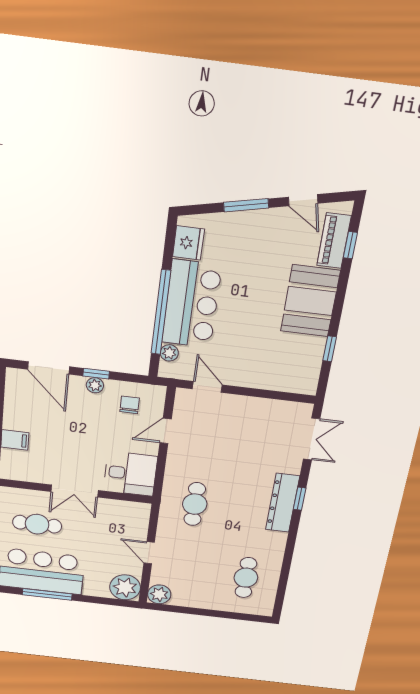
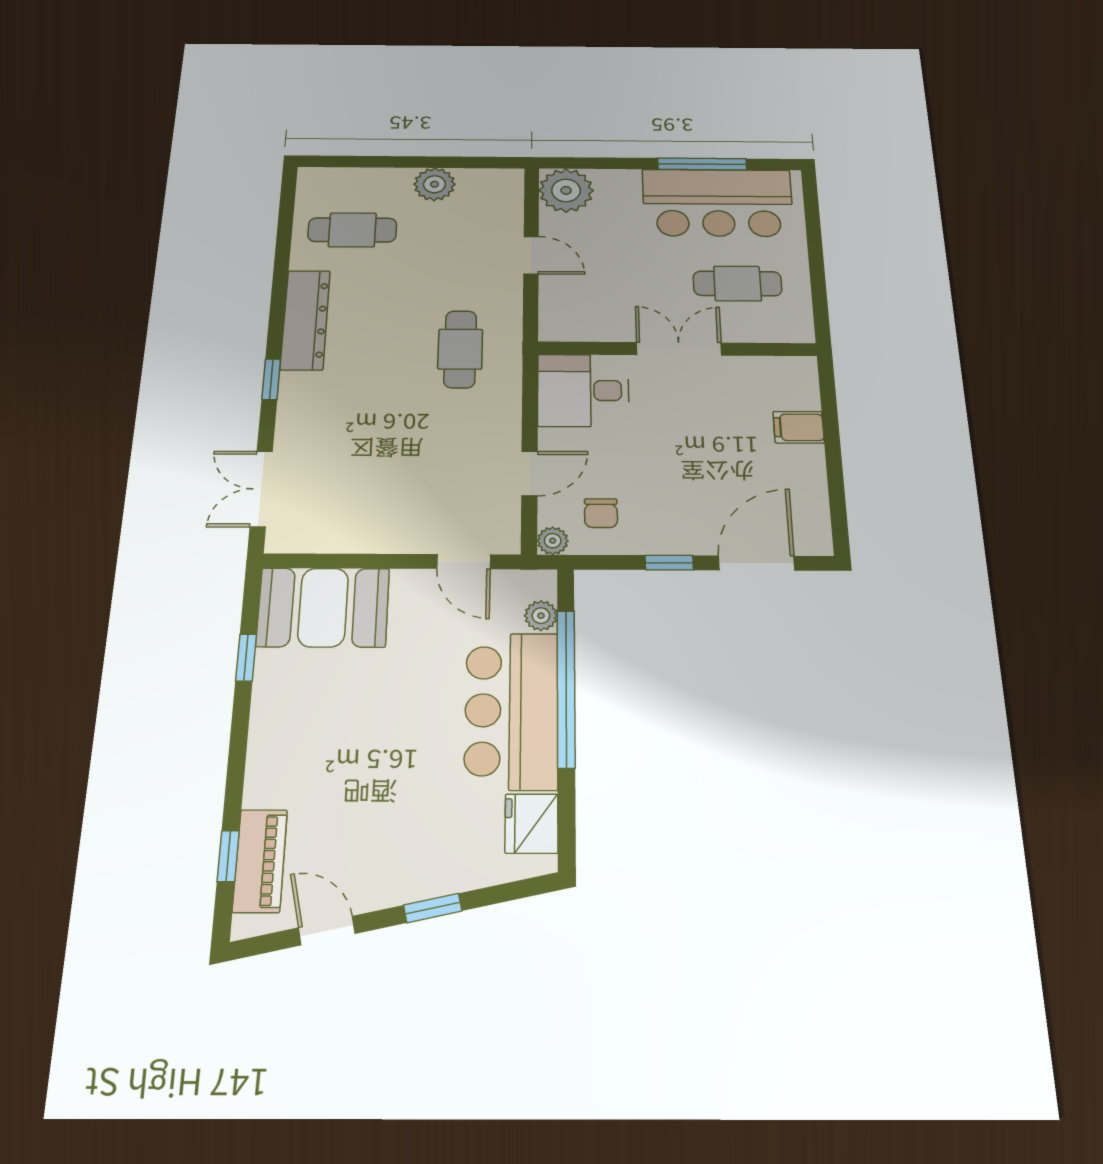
window: (246, 205) -> (433, 908), width x0.67
booth: (310, 301) -> (323, 607), moved, turned 90
door: (49, 368) -> (757, 563), hinge flipped
plant: (95, 385) -> (553, 541), moved
dresser: (283, 503) -> (305, 320), moved
cafe table: (246, 578) -> (352, 230), turned 90
plant: (159, 594) -> (434, 184), moved

